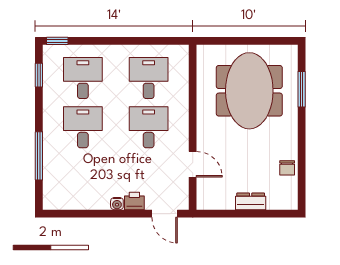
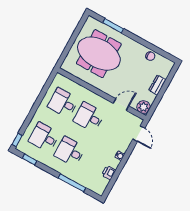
plant: (207, 199) -> (144, 107), added
printer: (134, 201) -> (109, 173), moved
door: (165, 214) -> (139, 134), hinge flipped

